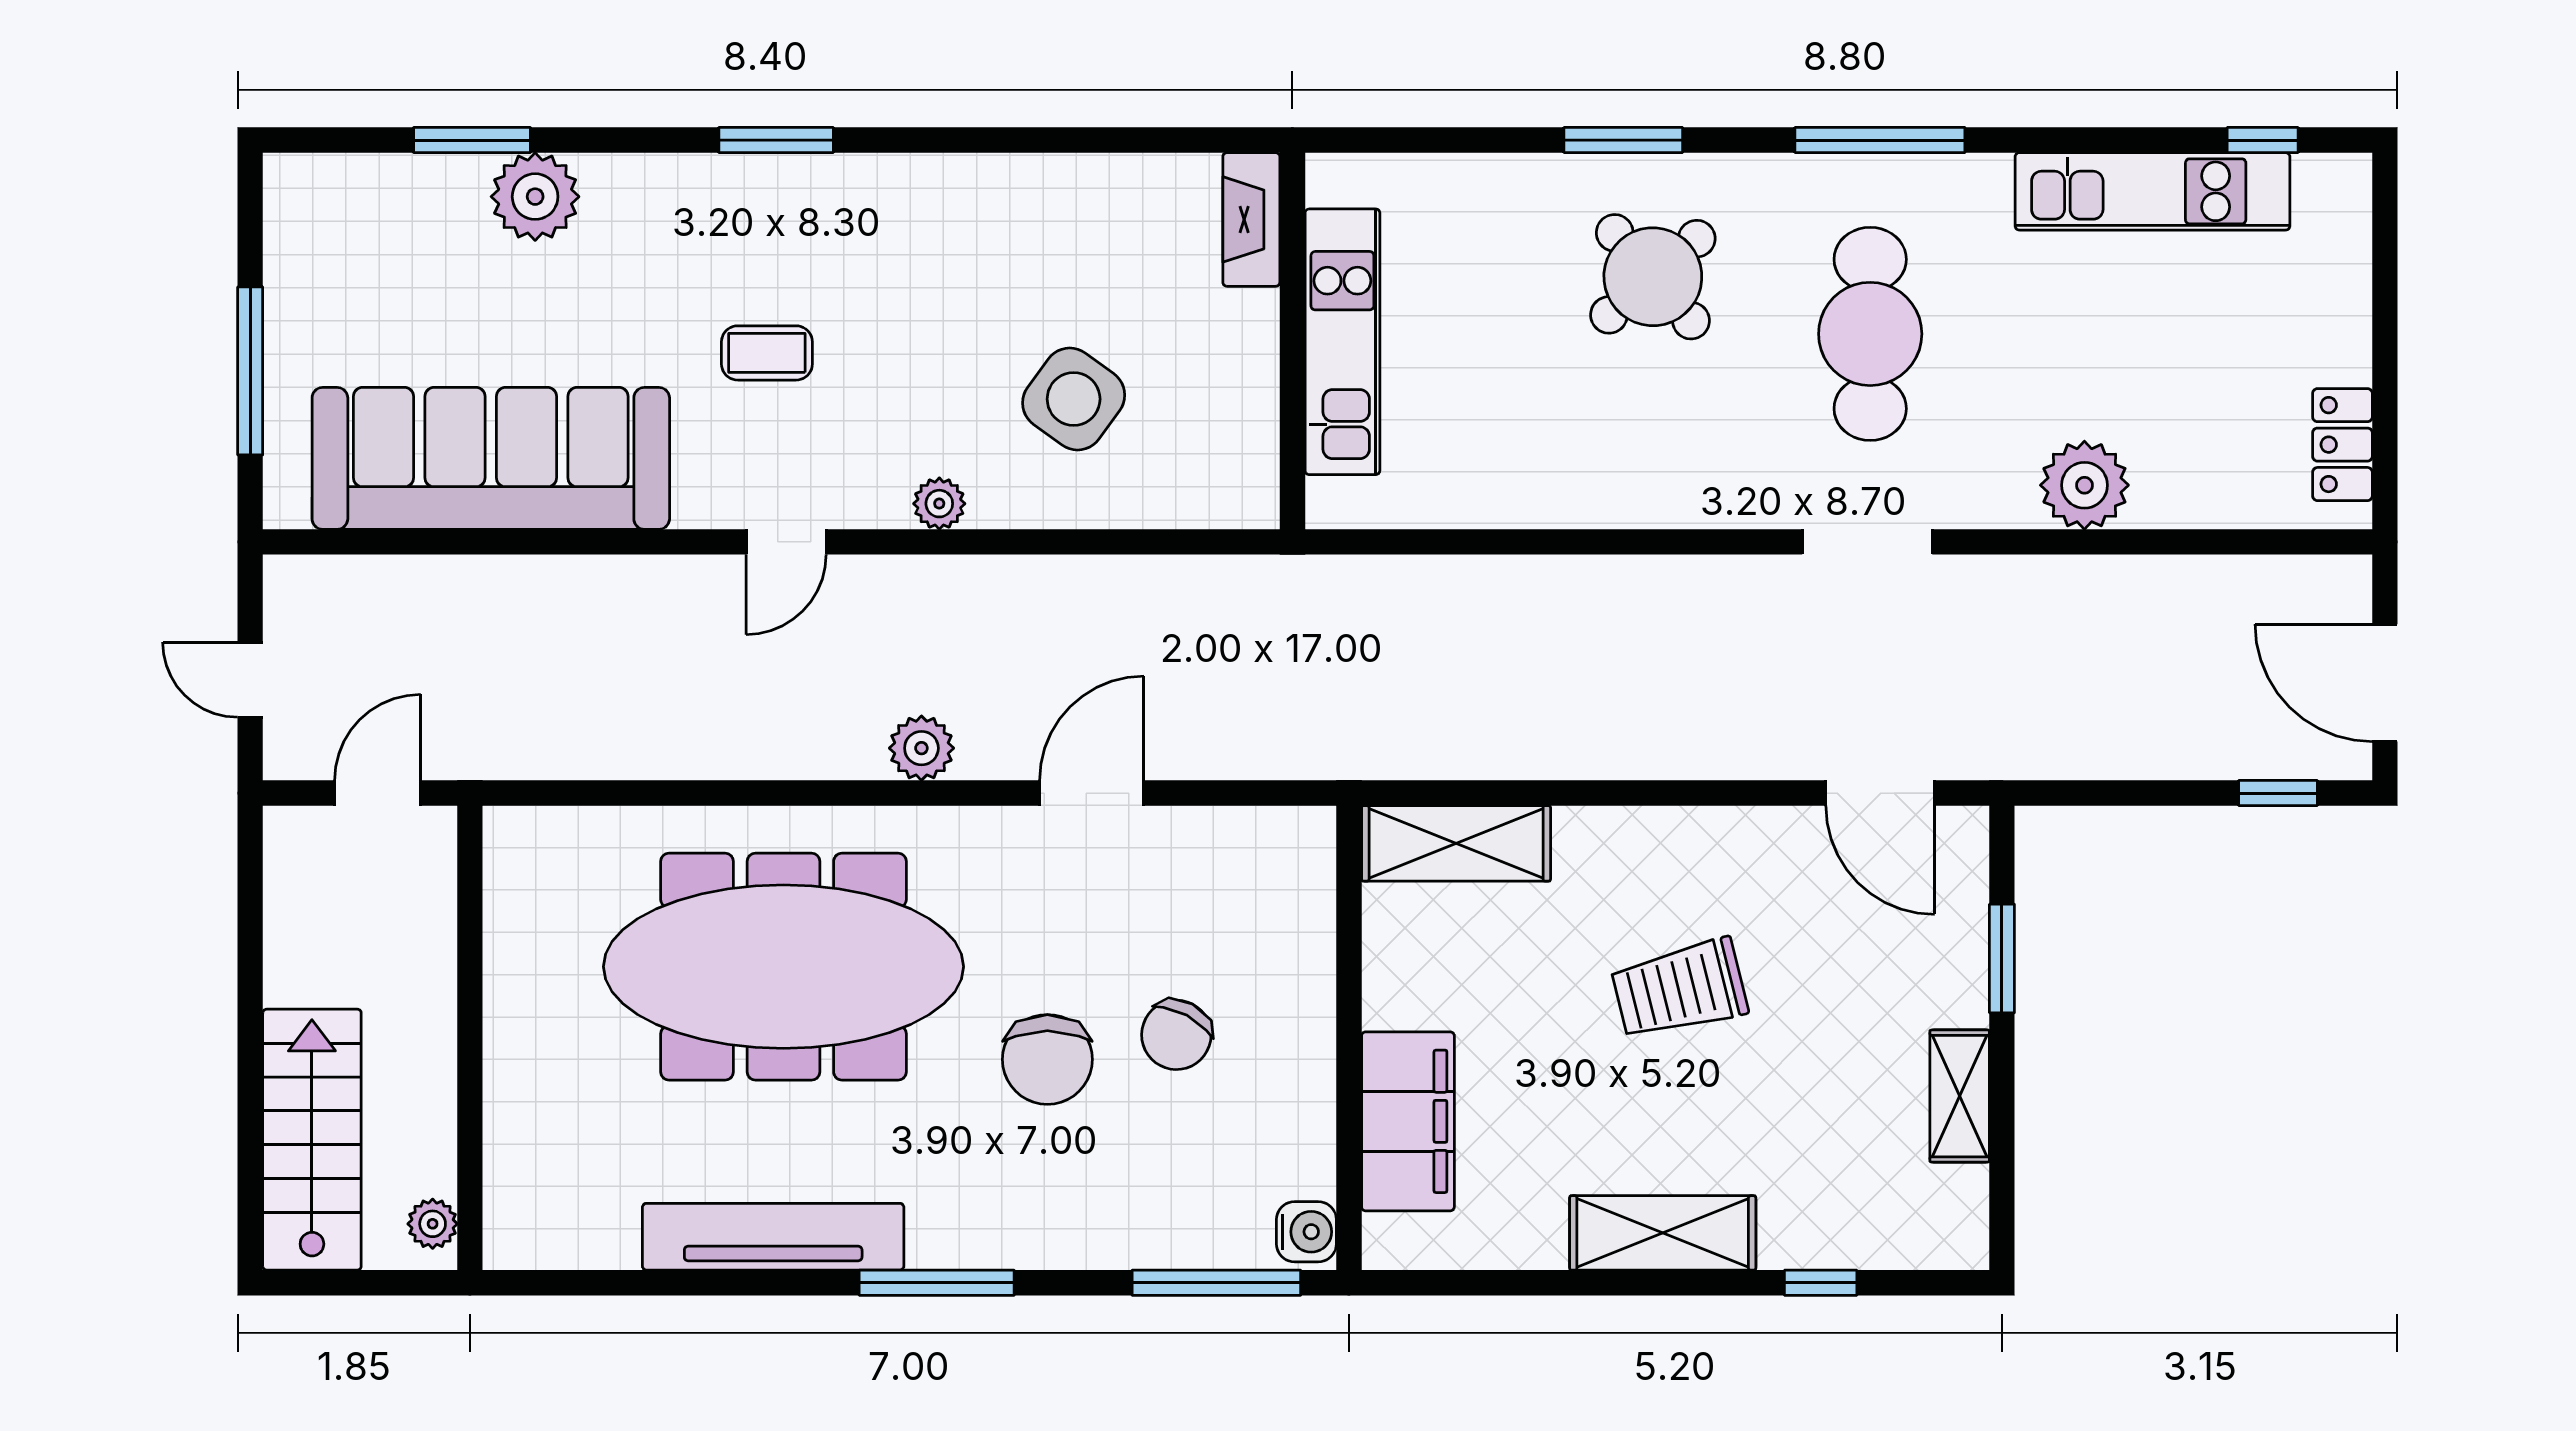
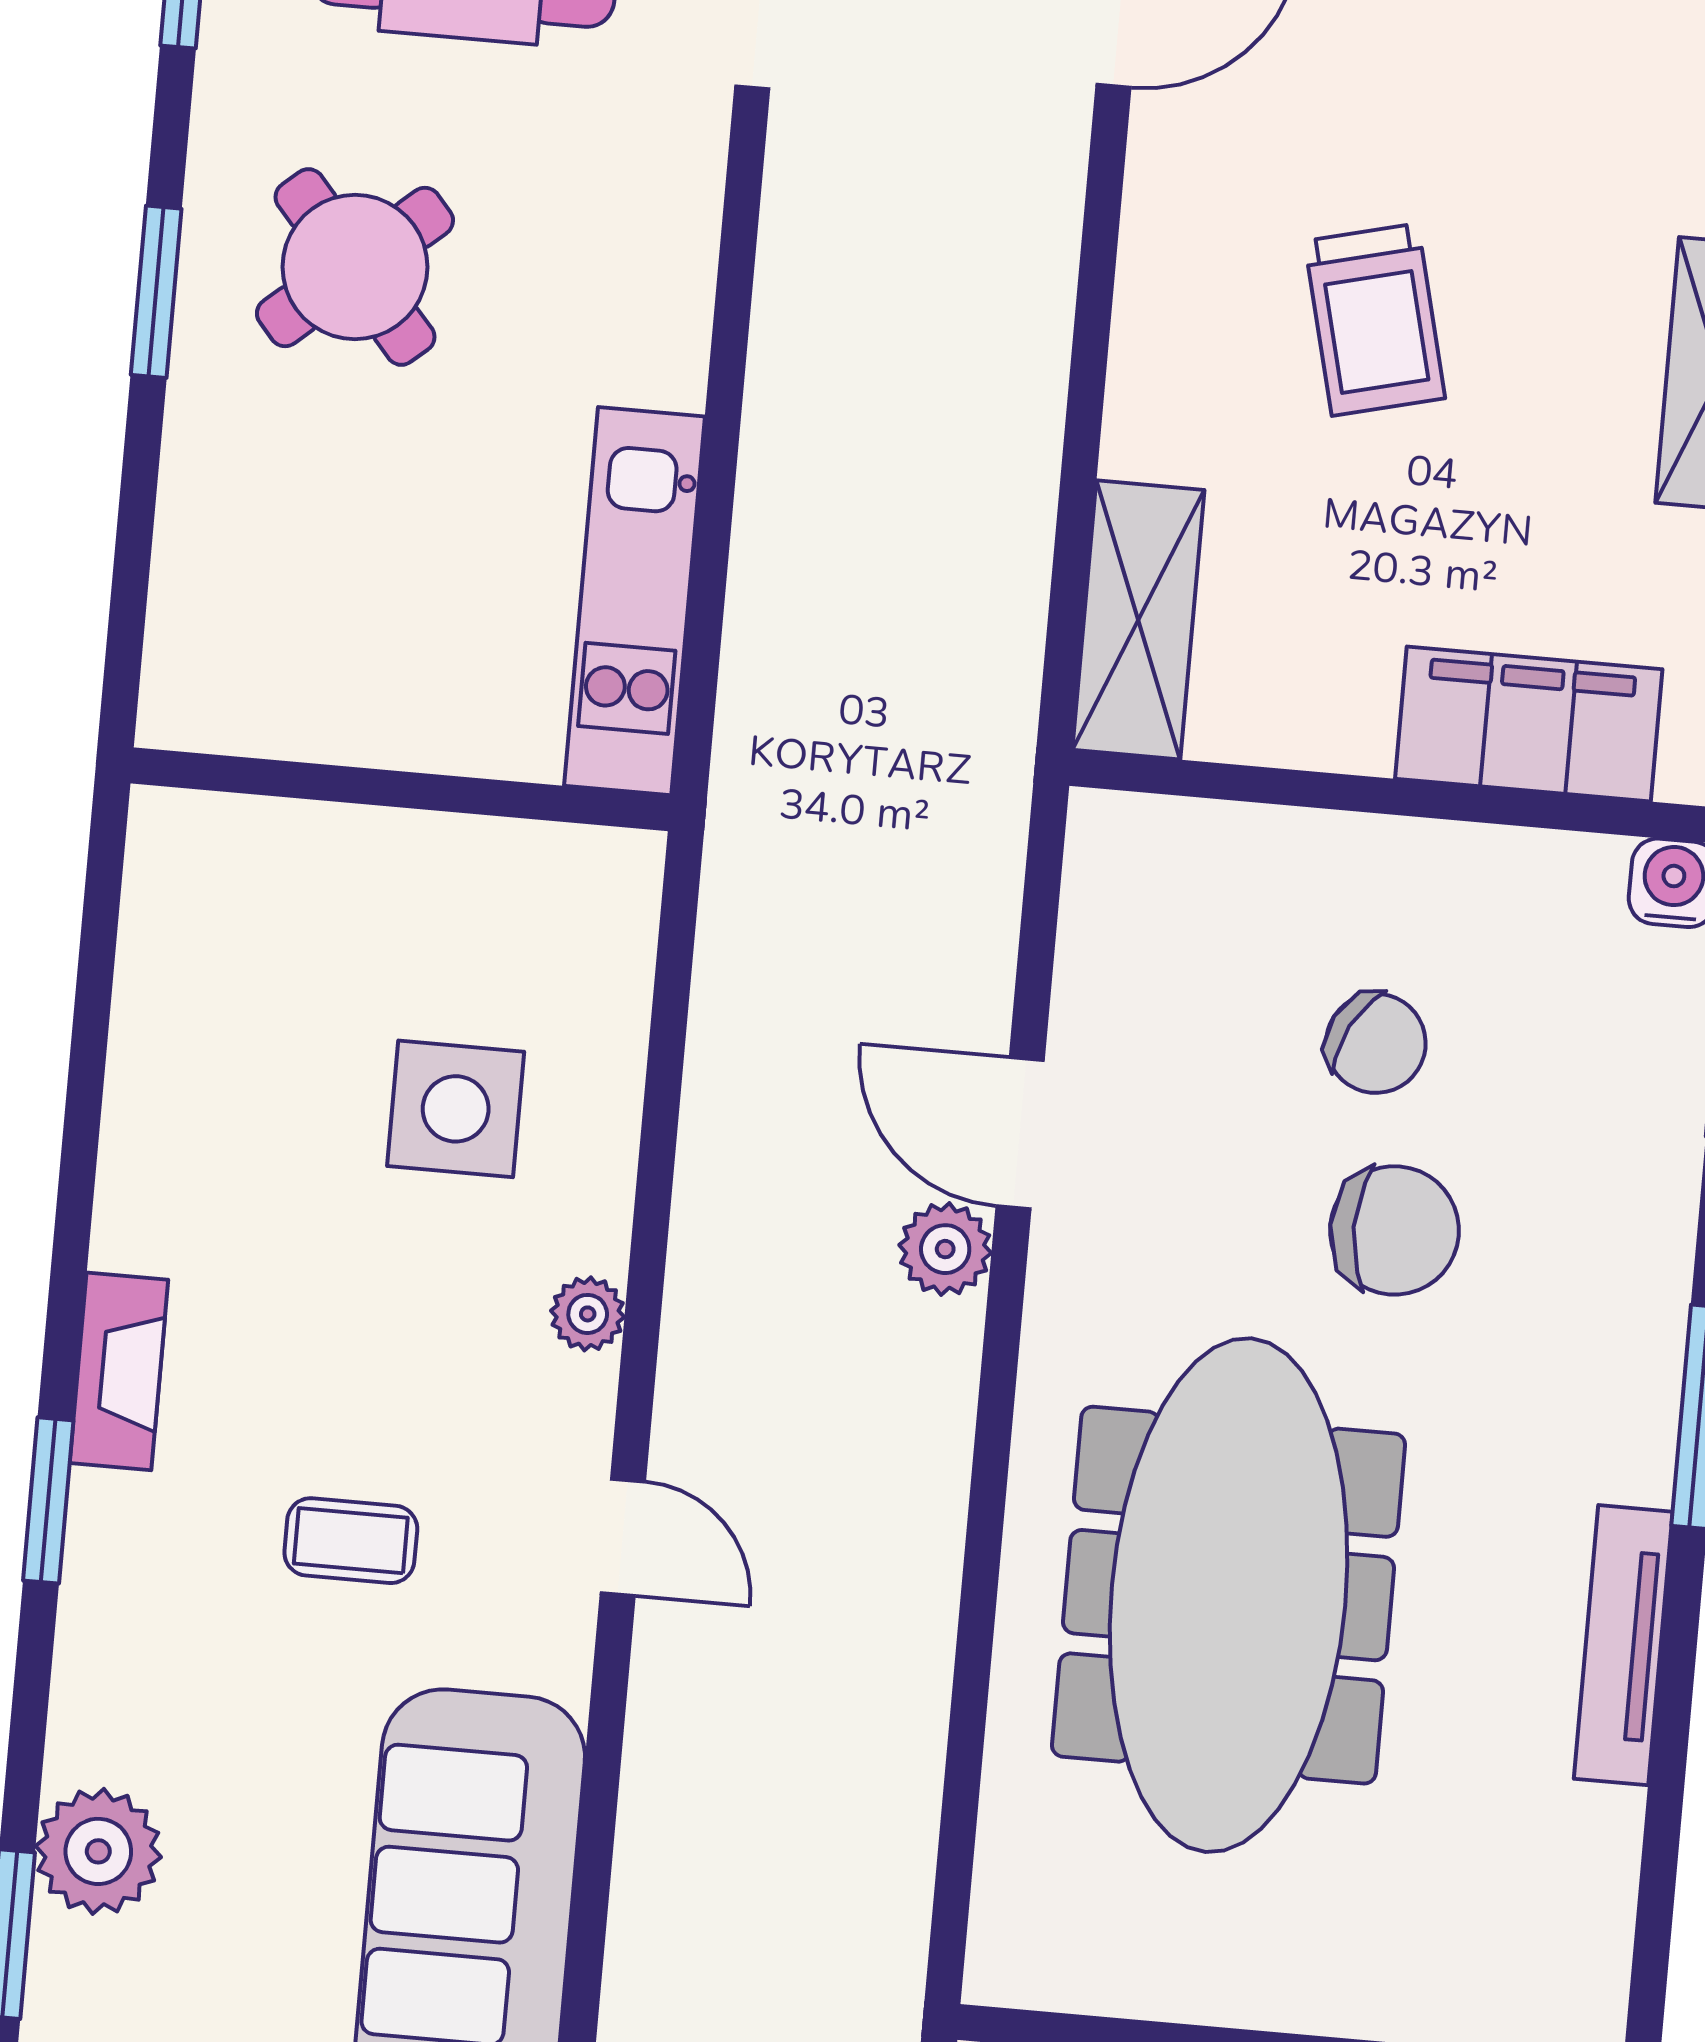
fireplace: (1251, 219) -> (119, 1371), moved, turned -90
kitchen unit: (1342, 342) -> (635, 601), moved, turned -90
coffee table: (767, 353) -> (351, 1541), turned 90
side table: (1074, 399) -> (456, 1109), turned -36
plant: (921, 748) -> (945, 1249), moved
tv unit: (773, 1237) -> (1623, 1645), width x0.73, depth x0.78

